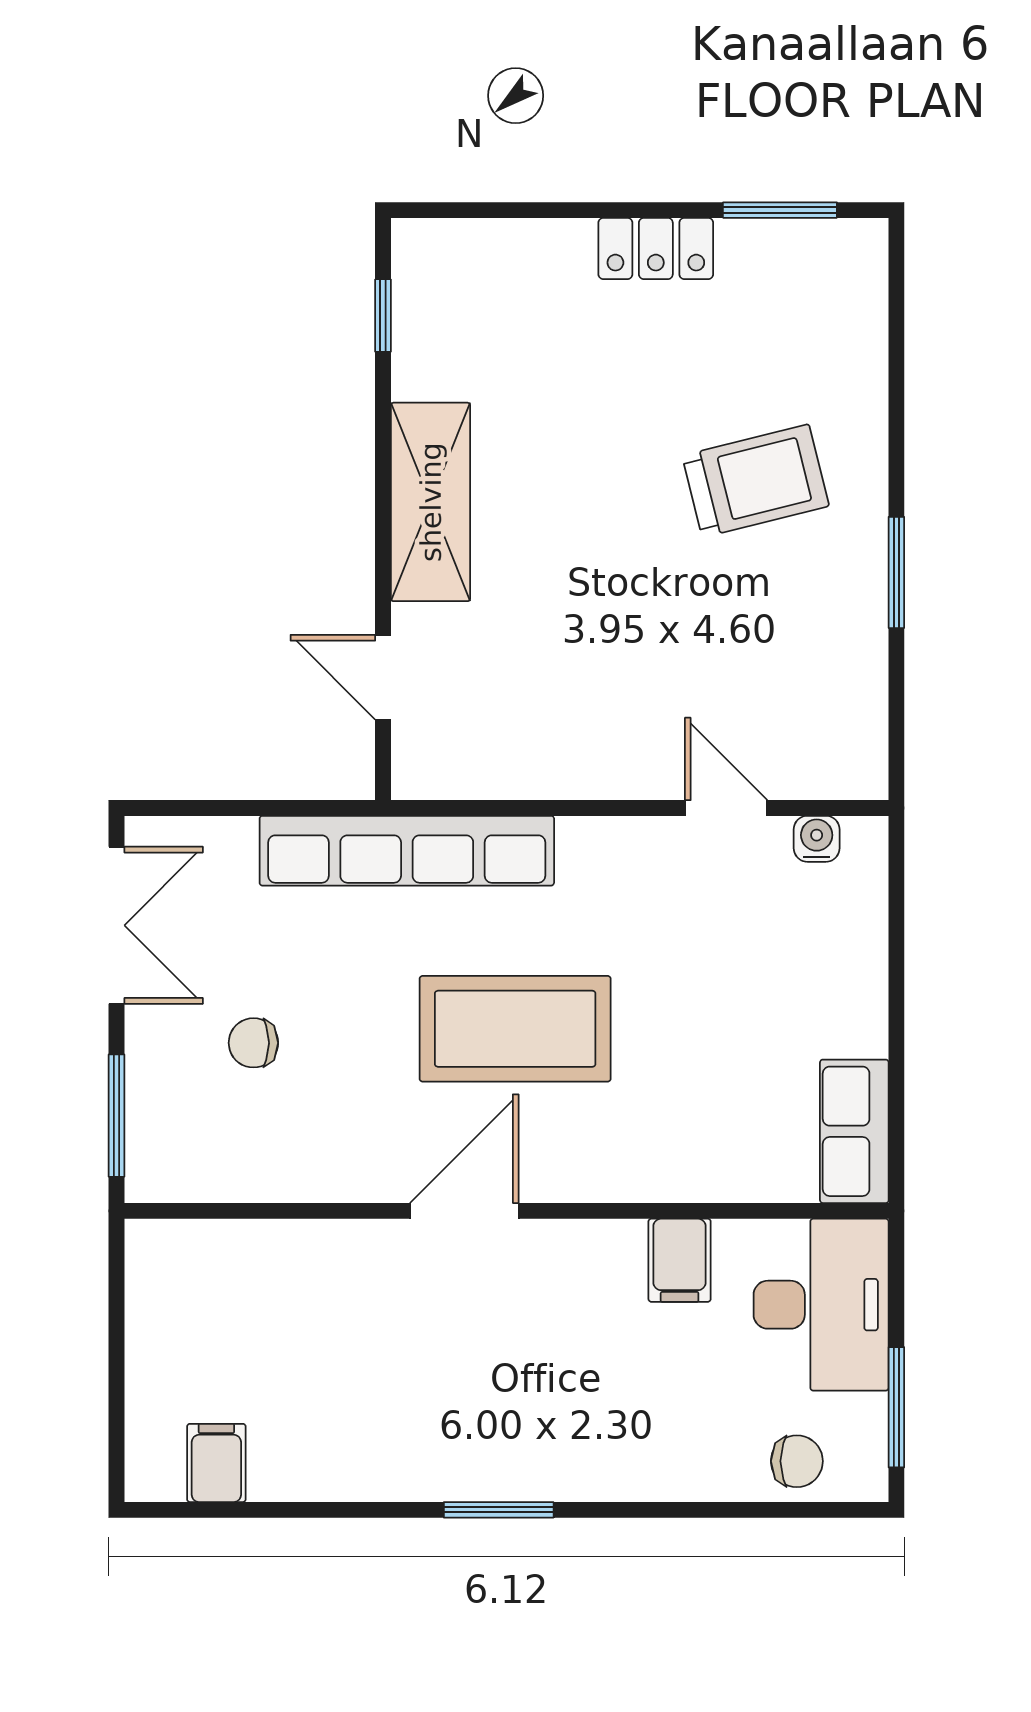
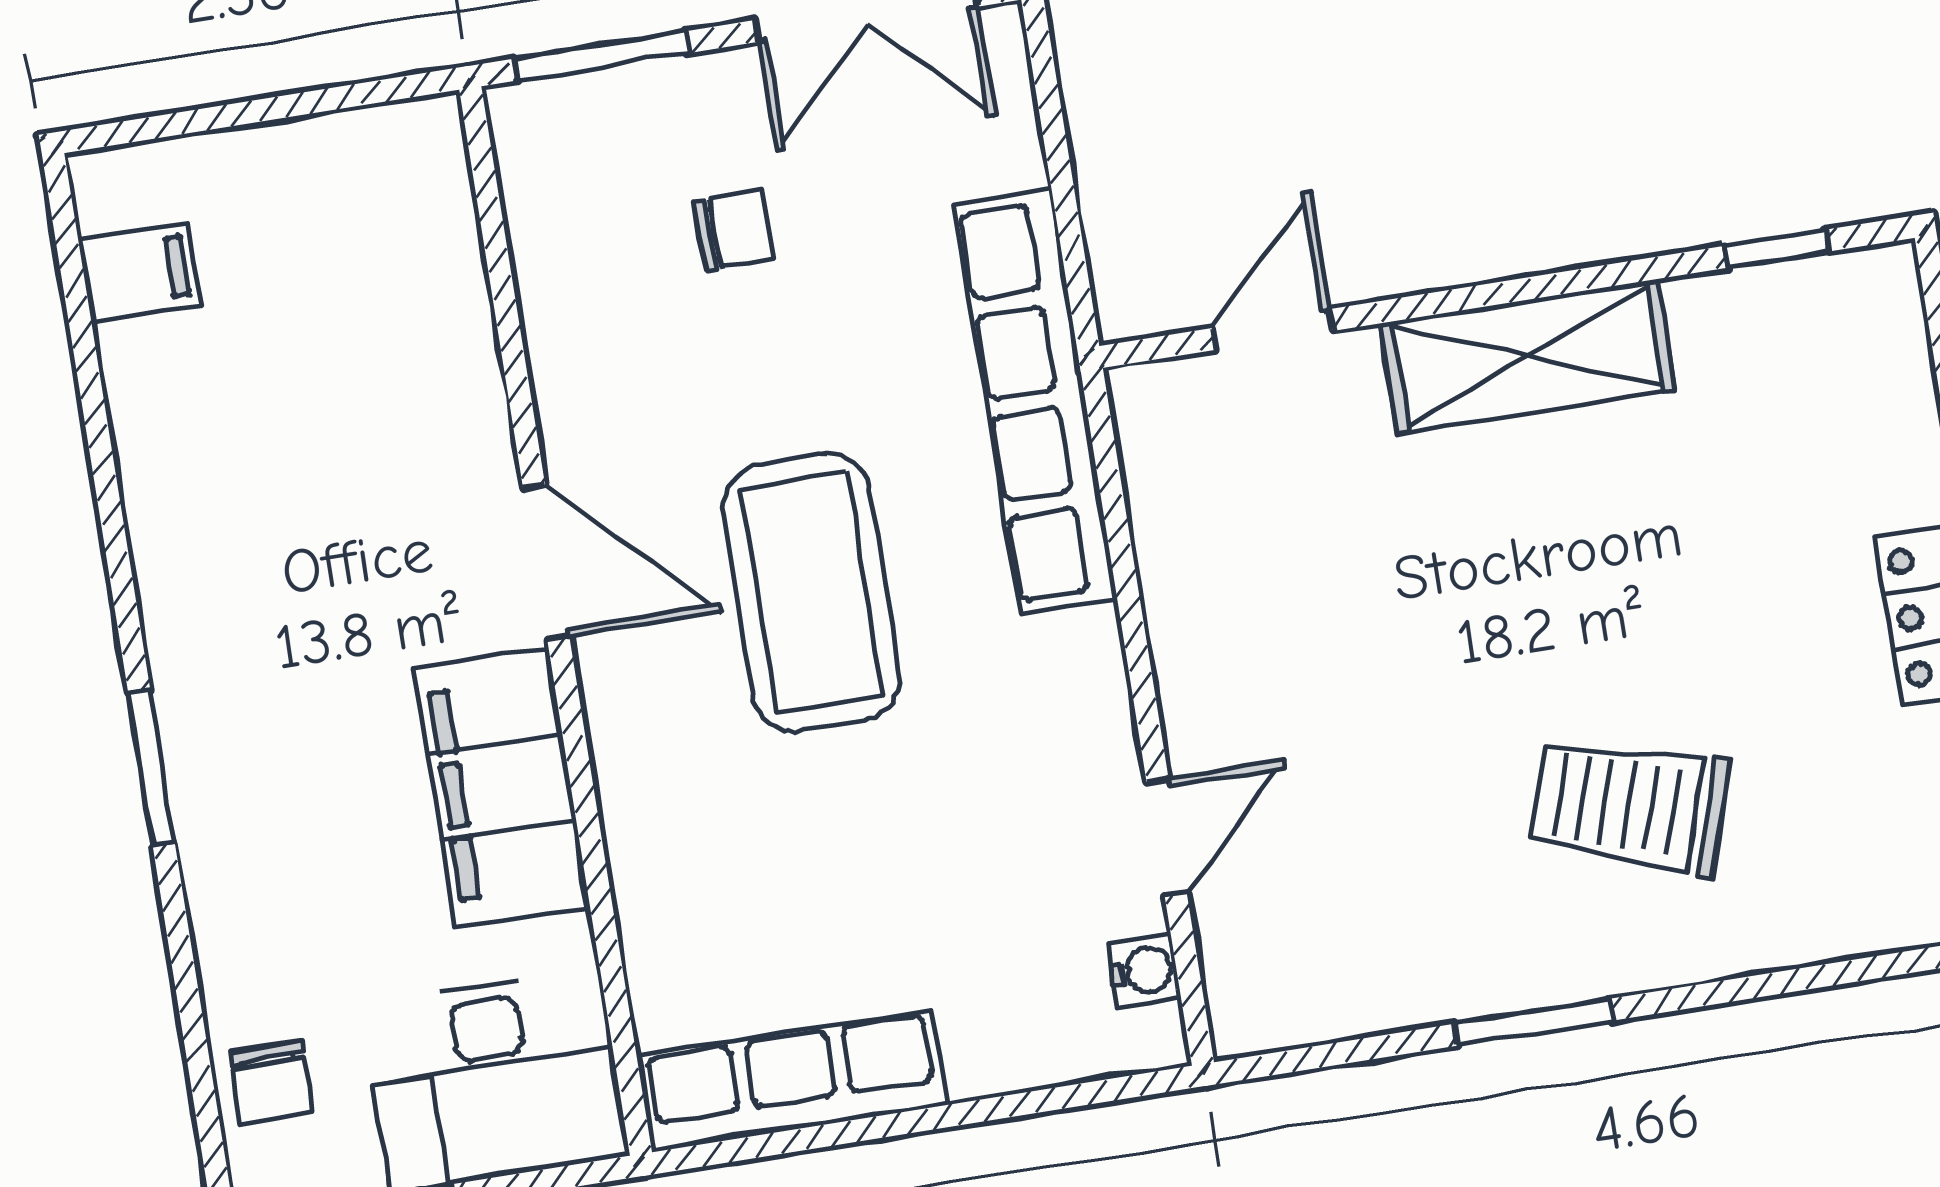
trolley: (756, 481) -> (1630, 805), turned 122
chair: (253, 1043) -> (733, 230), turned 88
row of seats: (854, 1131) -> (792, 1081), width x1.48
filing cabinet: (680, 1260) -> (502, 788), width x3.00, depth x1.17
window: (499, 1510) -> (151, 768), moved

